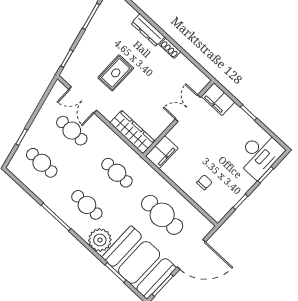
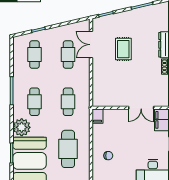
rug: (116, 73) -> (123, 49), turned 90
double door: (188, 108) -> (141, 108), swing flipped
wardrobe: (132, 132) -> (99, 89), removed
filing cabinet: (162, 152) -> (98, 116), width x0.50

